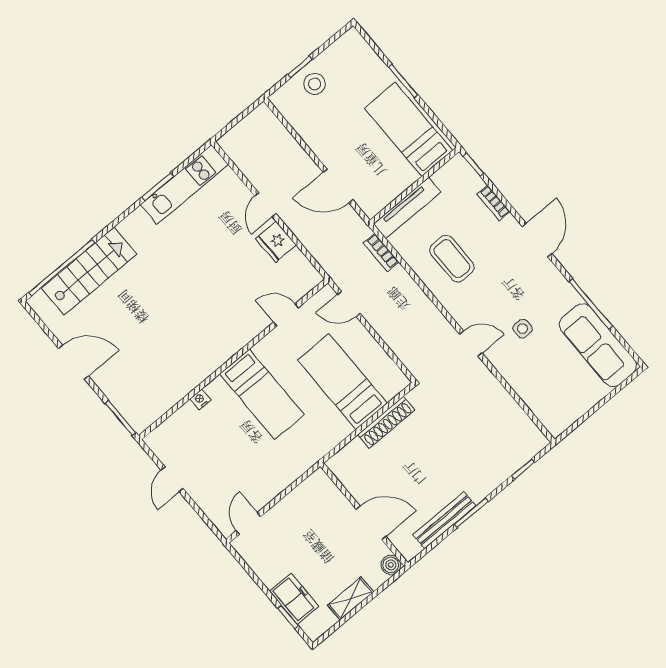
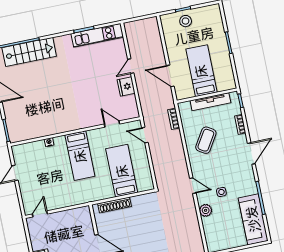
bed: (408, 129) -> (201, 71), moved
tv unit: (407, 208) -> (210, 102), moved
coffee table: (452, 259) -> (206, 140), turned 32
plant: (513, 372) -> (206, 210), added
shoe rack: (386, 422) -> (115, 205), moved

